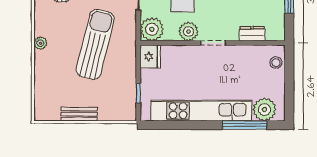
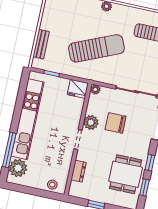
plant: (152, 29) -> (95, 89), width x0.53, depth x0.53
sun lounger: (95, 44) -> (96, 48), turned -37
bench: (79, 114) -> (41, 44), moved

